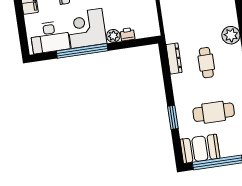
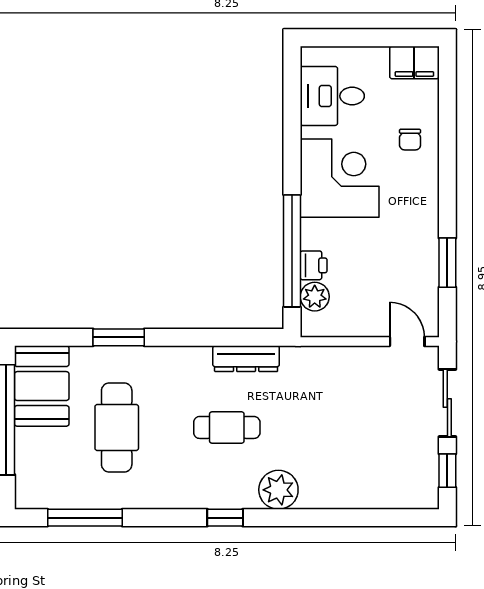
plant: (113, 36) -> (315, 297), moved
desk: (50, 37) -> (332, 96), width x0.73
window: (82, 51) -> (292, 251), moved

